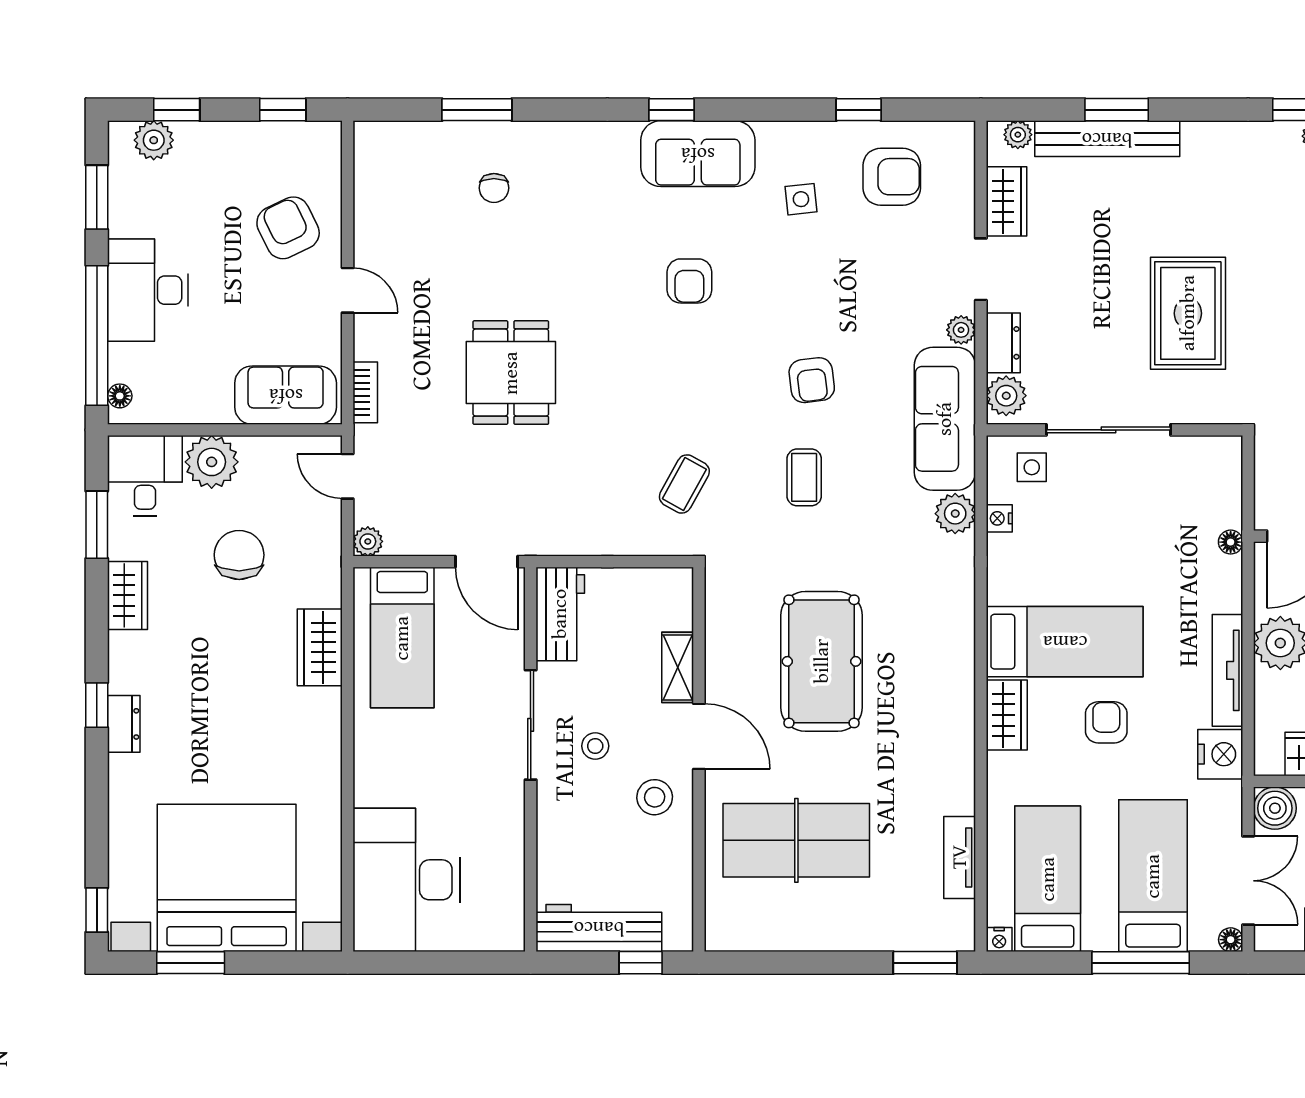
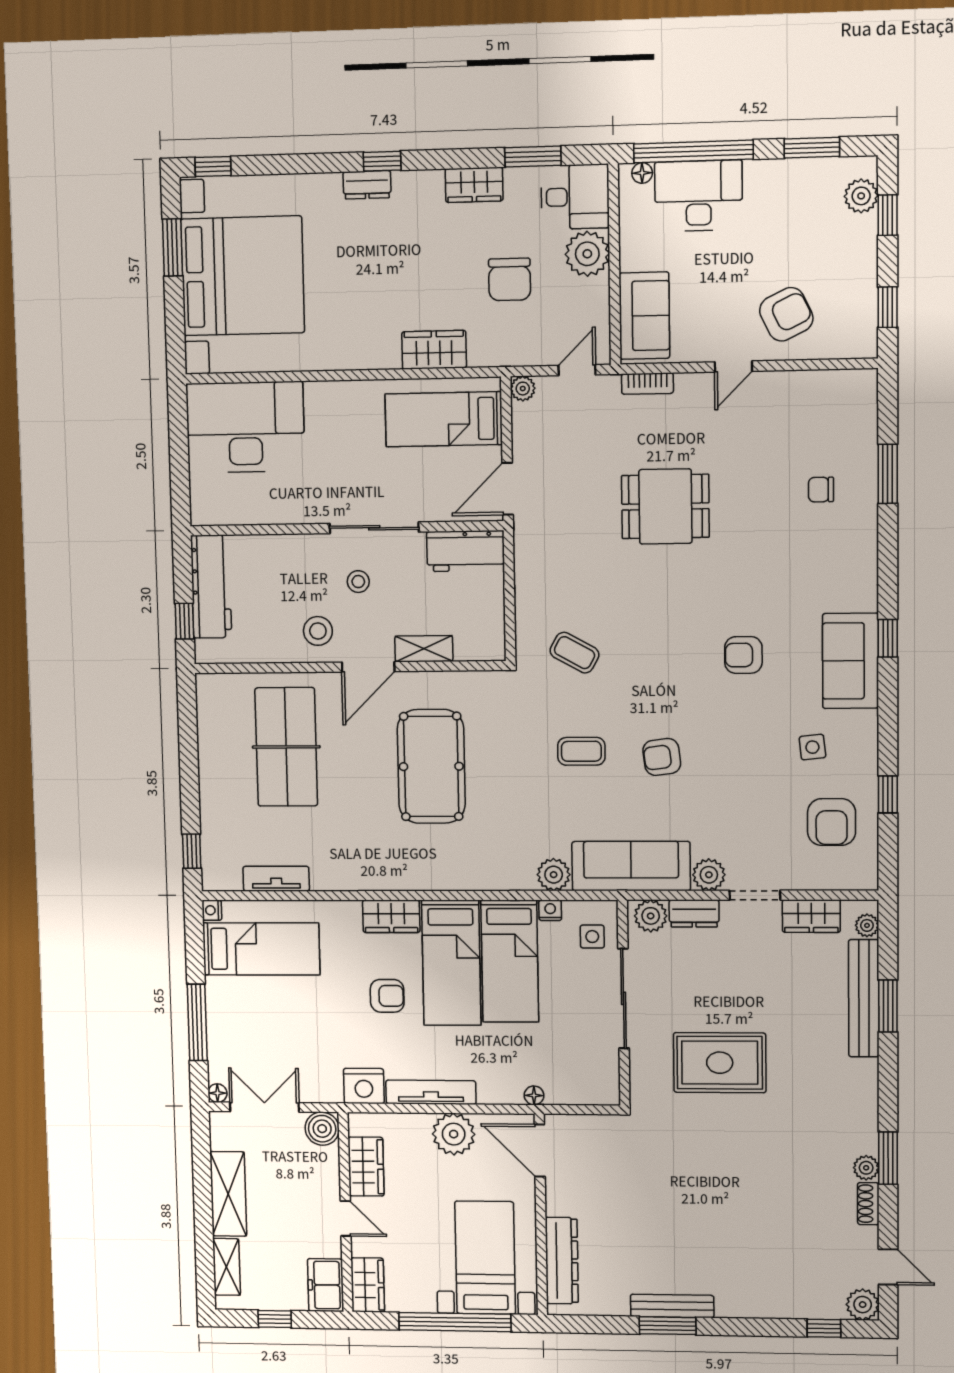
desk: (148, 290) -> (699, 196), moved
plant: (961, 330) -> (709, 875), width x1.38, depth x1.38
chair: (239, 555) -> (510, 279), turned 90
pool table: (822, 661) -> (431, 766), turned 90
bed: (1153, 876) -> (510, 961), moved, turned 90
double door: (1248, 881) -> (264, 1107), swing flipped
window: (925, 963) -> (192, 851), width x0.67

